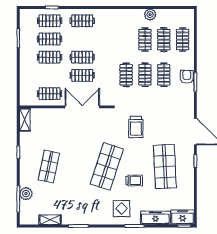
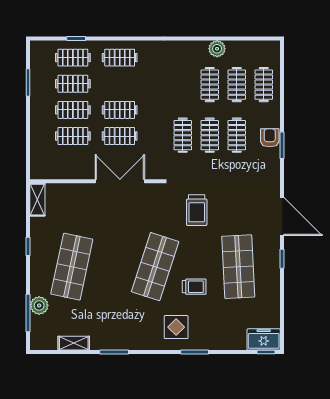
clothes rail: (50, 94) -> (73, 136), moved
shop shelf: (49, 166) -> (72, 267), width x1.43, depth x1.36
freezer: (155, 218) -> (225, 340), removed

